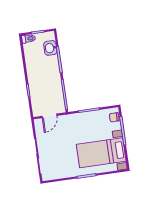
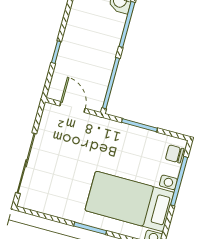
door: (49, 116) -> (73, 107), swing flipped

